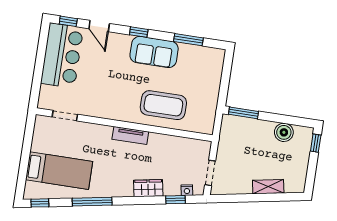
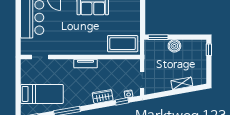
coffee table: (163, 105) -> (123, 44), moved
boiler: (284, 132) -> (174, 46), moved

